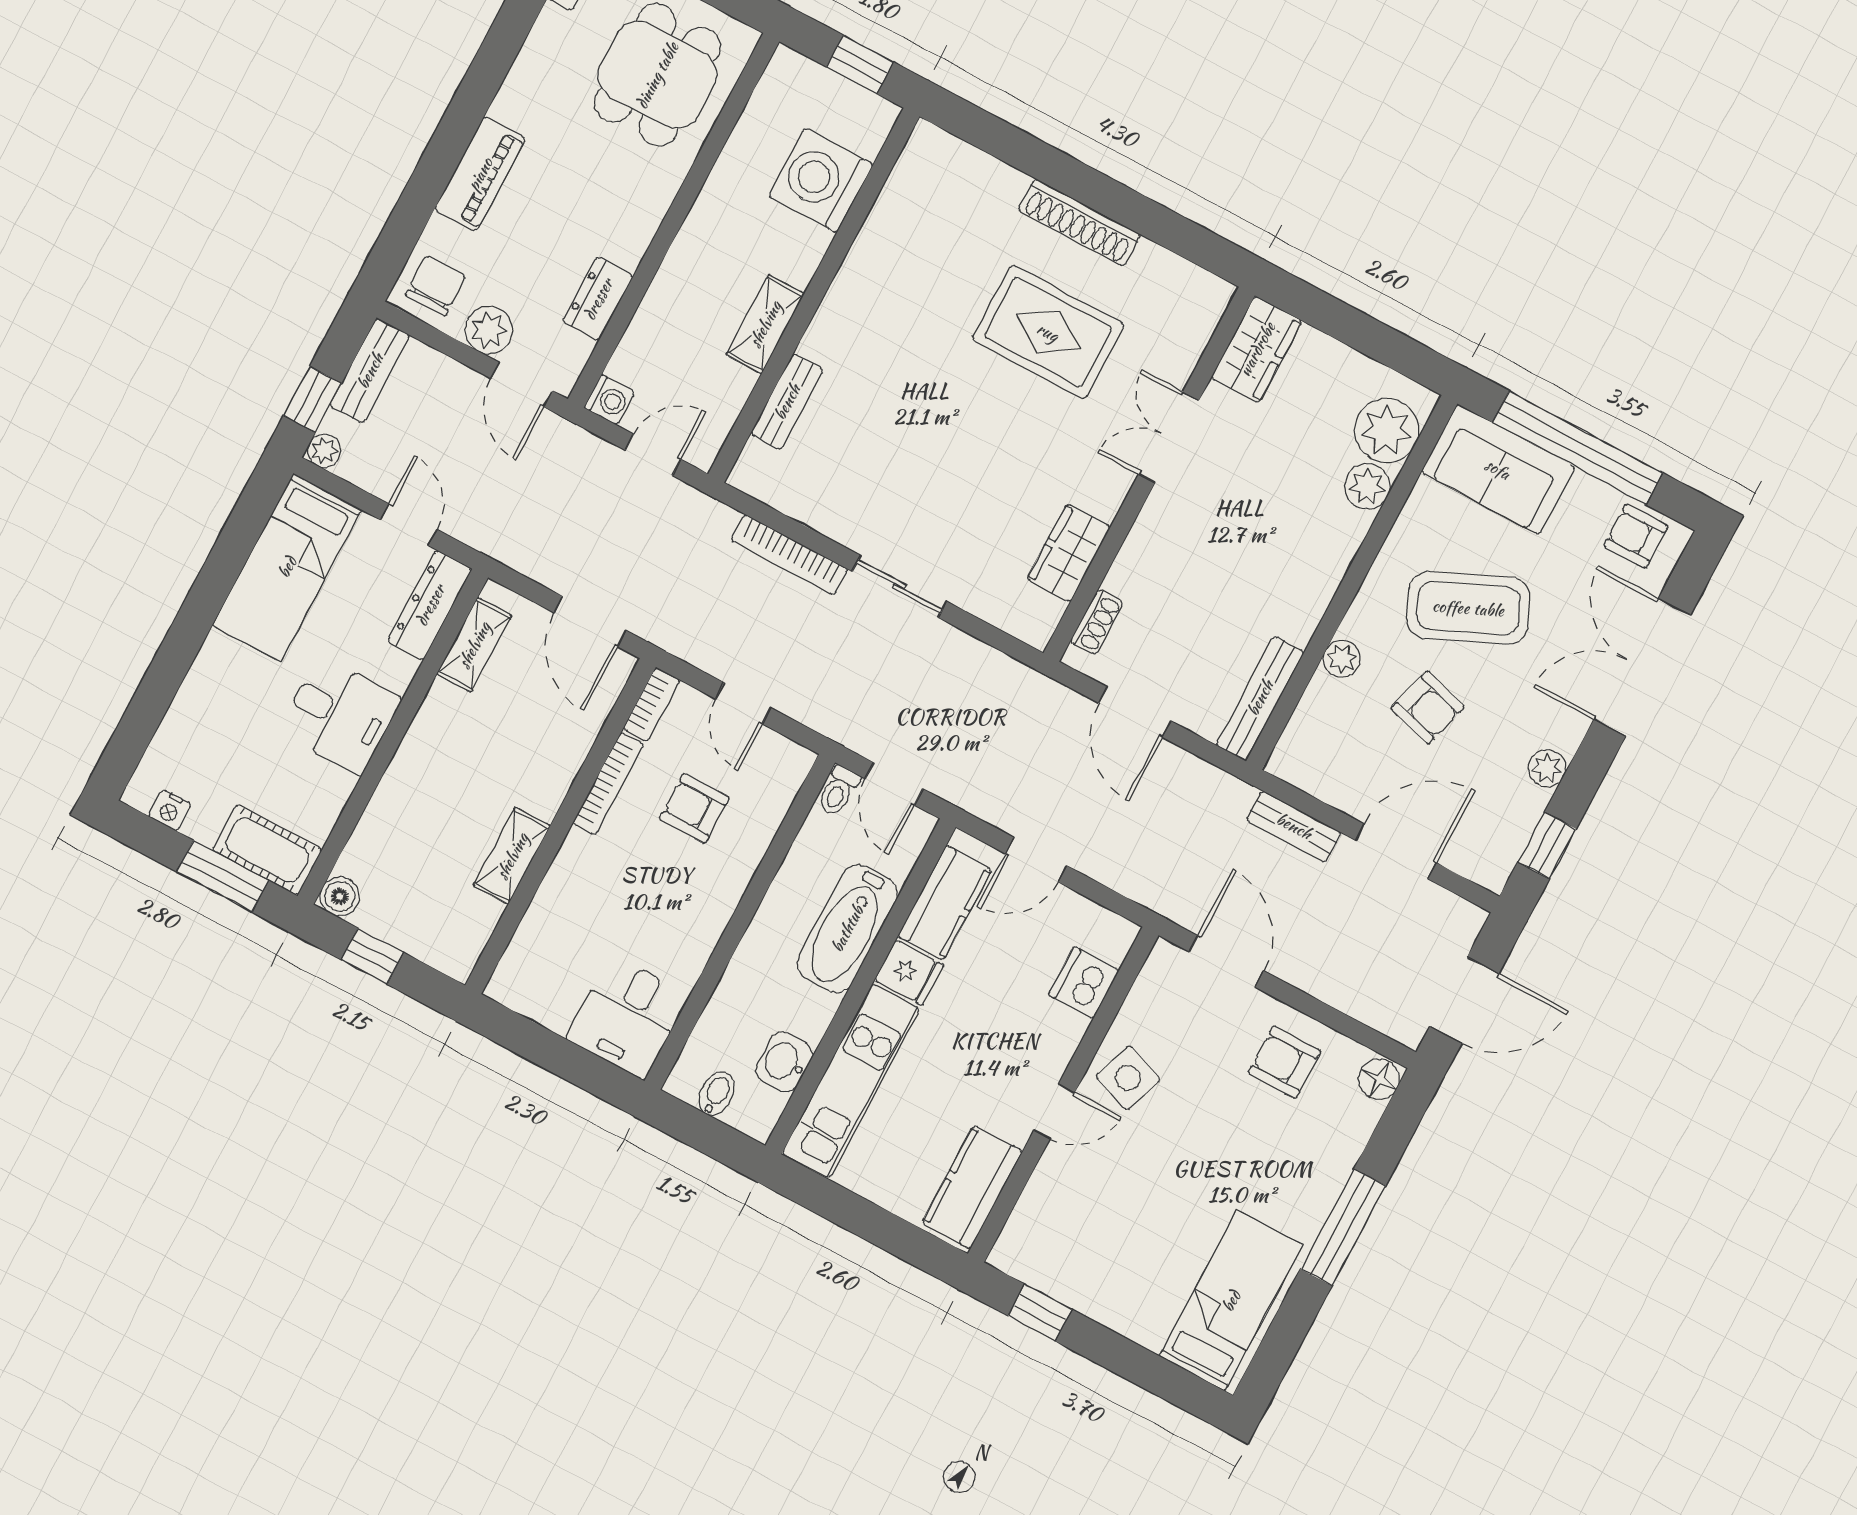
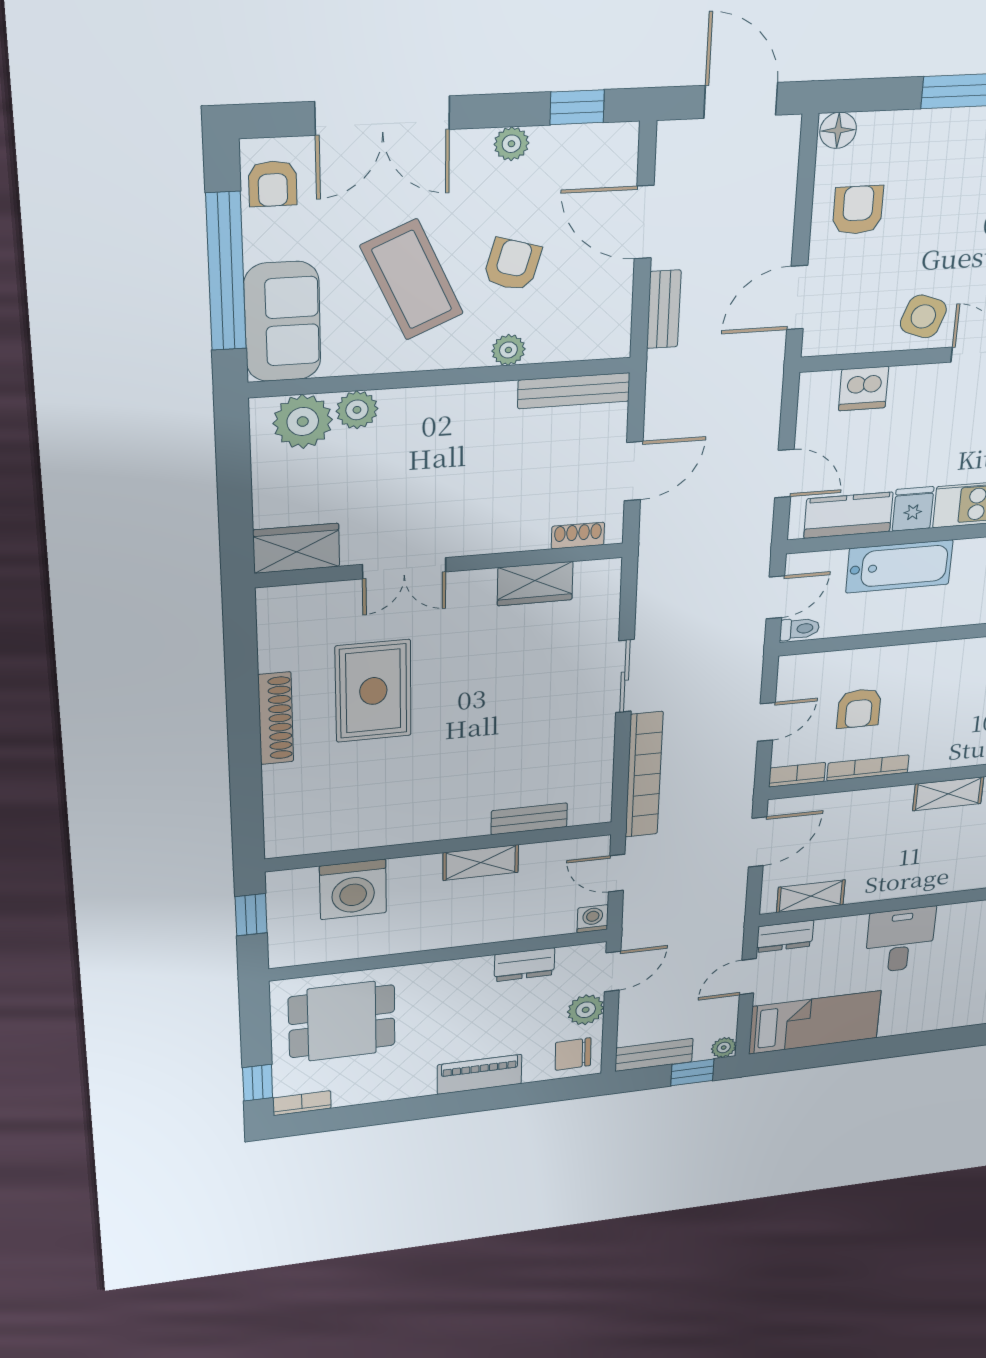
bookcase: (789, 555) -> (644, 775), width x1.48, depth x1.31
dresser: (430, 605) -> (785, 936), width x0.70
armchair: (1284, 1062) -> (858, 210), turned 180

